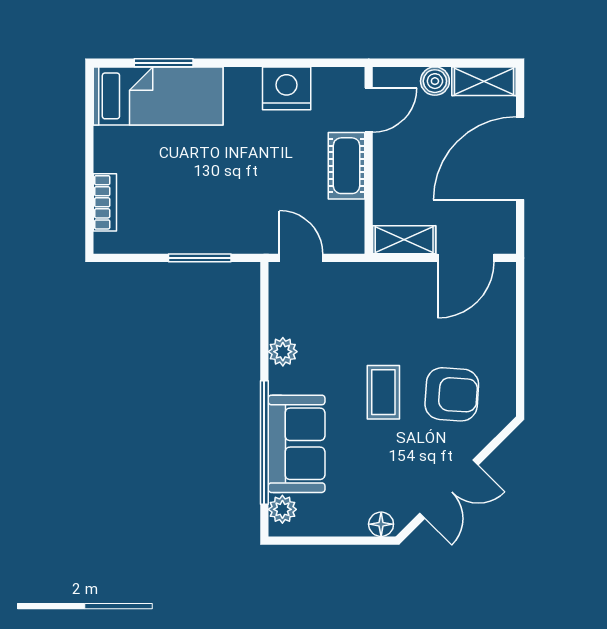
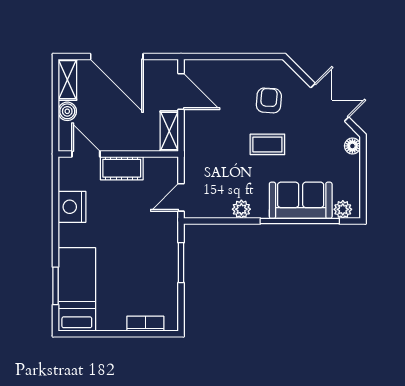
armchair: (452, 394) -> (269, 100), width x0.72, depth x0.72

